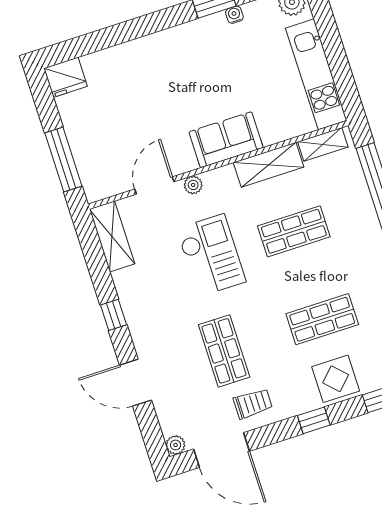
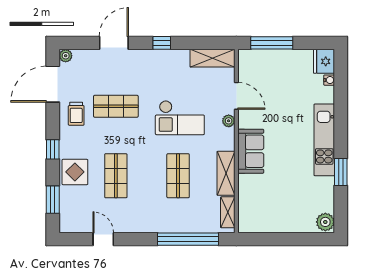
water cooler: (234, 15) -> (329, 80), moved
kitchen unit: (316, 74) -> (324, 140), moved, turned -90

